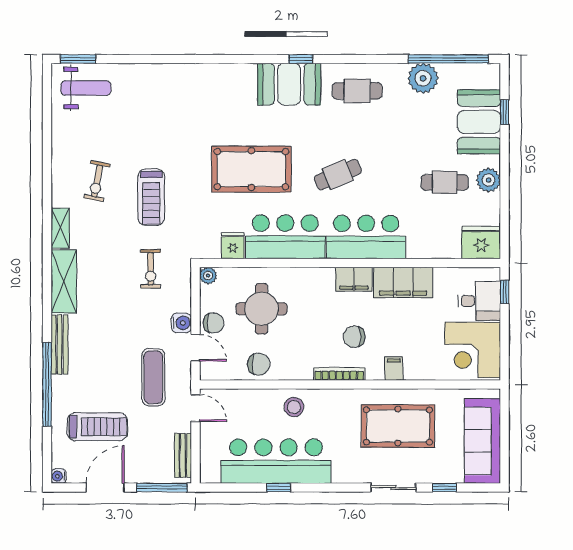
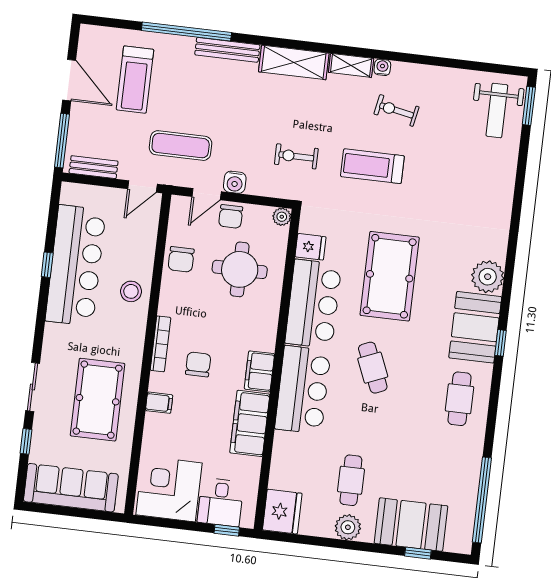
plant: (423, 78) -> (488, 277), moved
water cooler: (59, 476) -> (382, 67), moved

